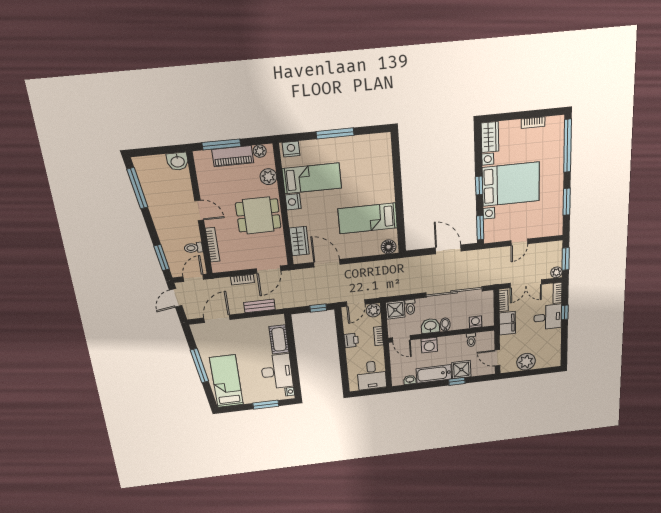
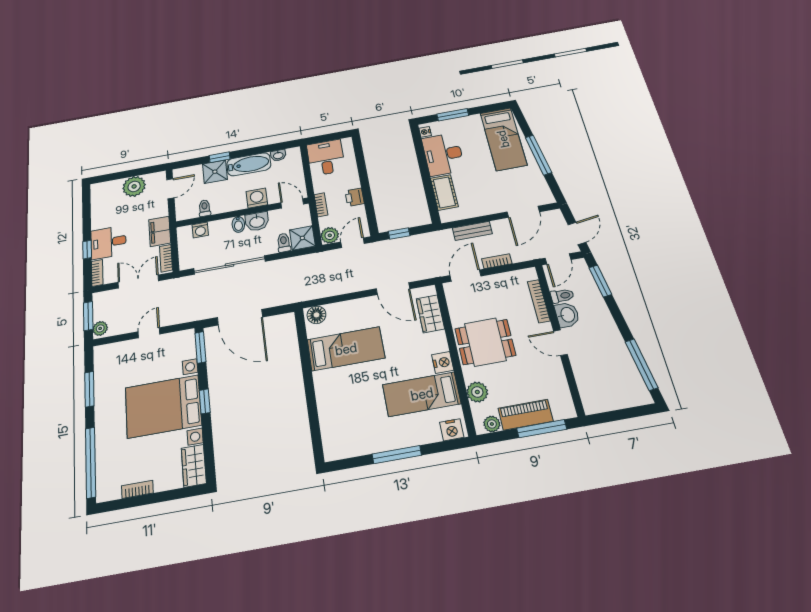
washbasin: (178, 161) -> (567, 315), moved, turned 90
door: (448, 249) -> (240, 317), width x1.36
plant: (556, 272) -> (100, 328), moved
door: (497, 358) -> (170, 189), hinge flipped

